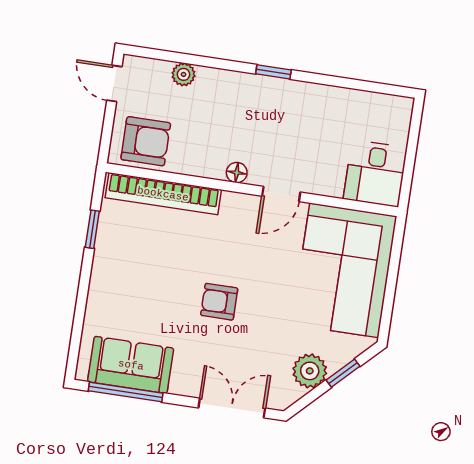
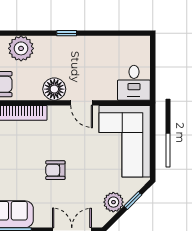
plant: (184, 74) -> (21, 48), width x1.88, depth x1.88
floor lamp: (237, 173) -> (54, 89), width x1.89, depth x1.89
door: (281, 194) -> (82, 103), hinge flipped

